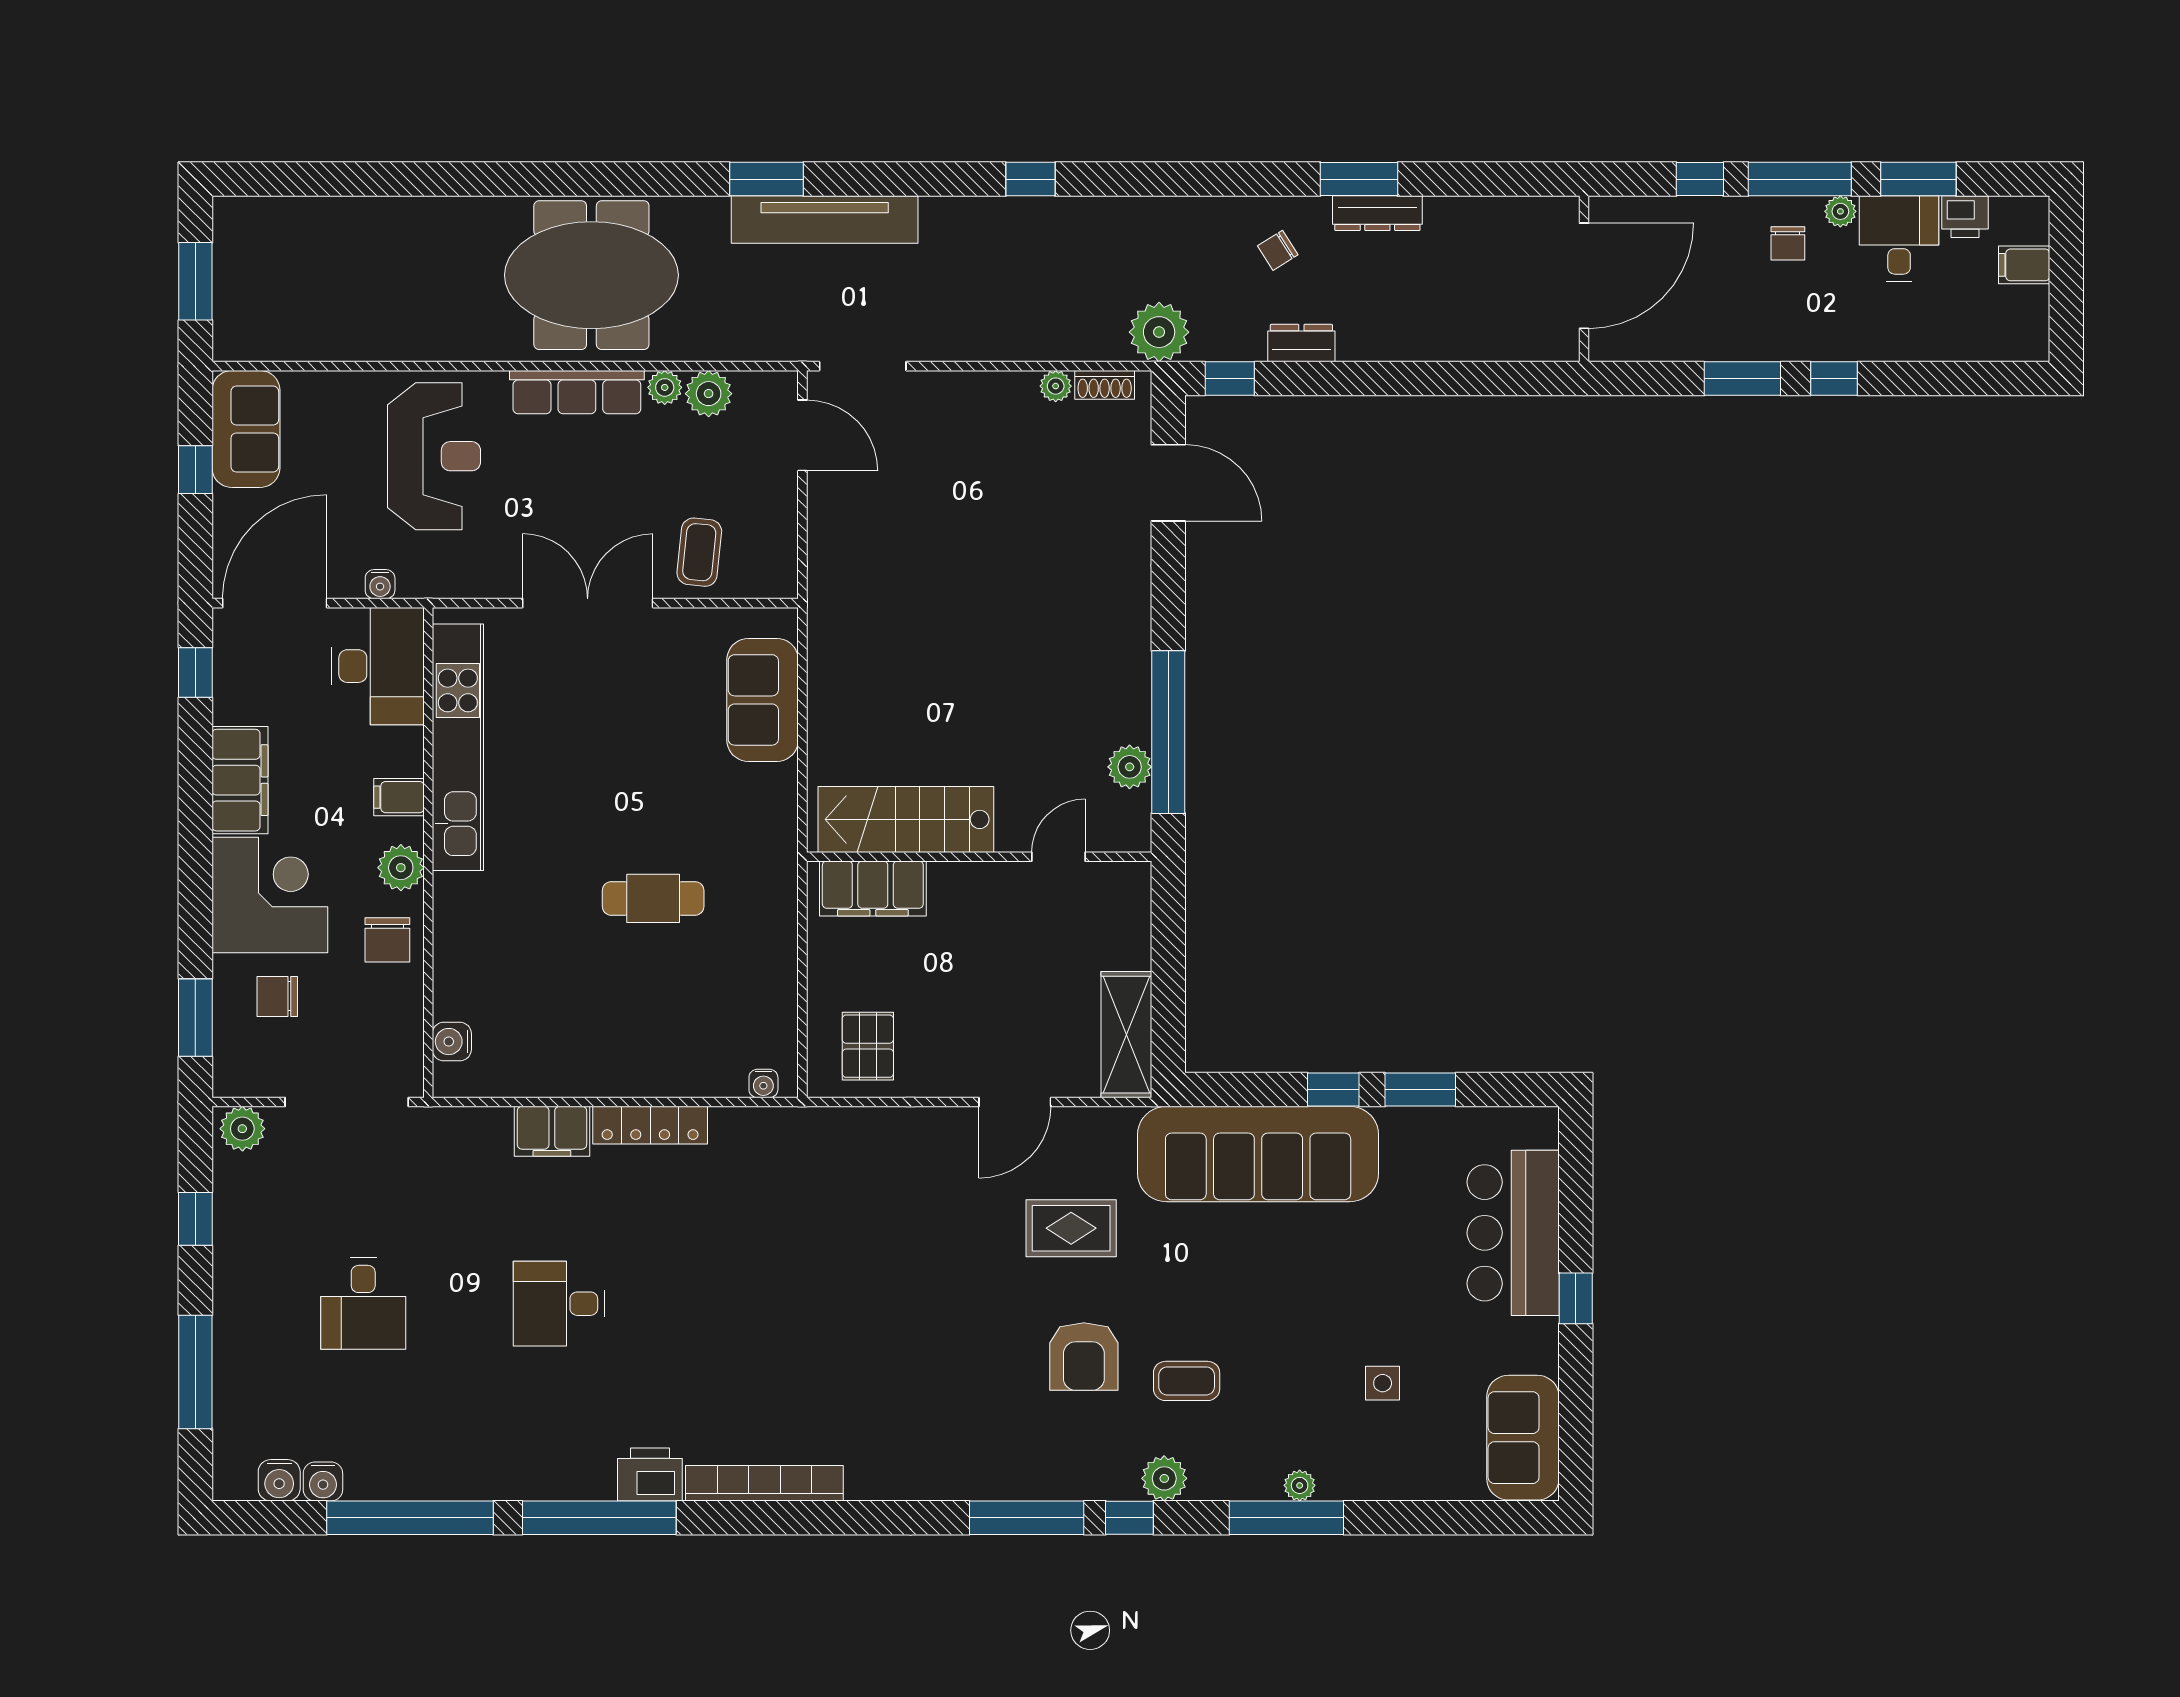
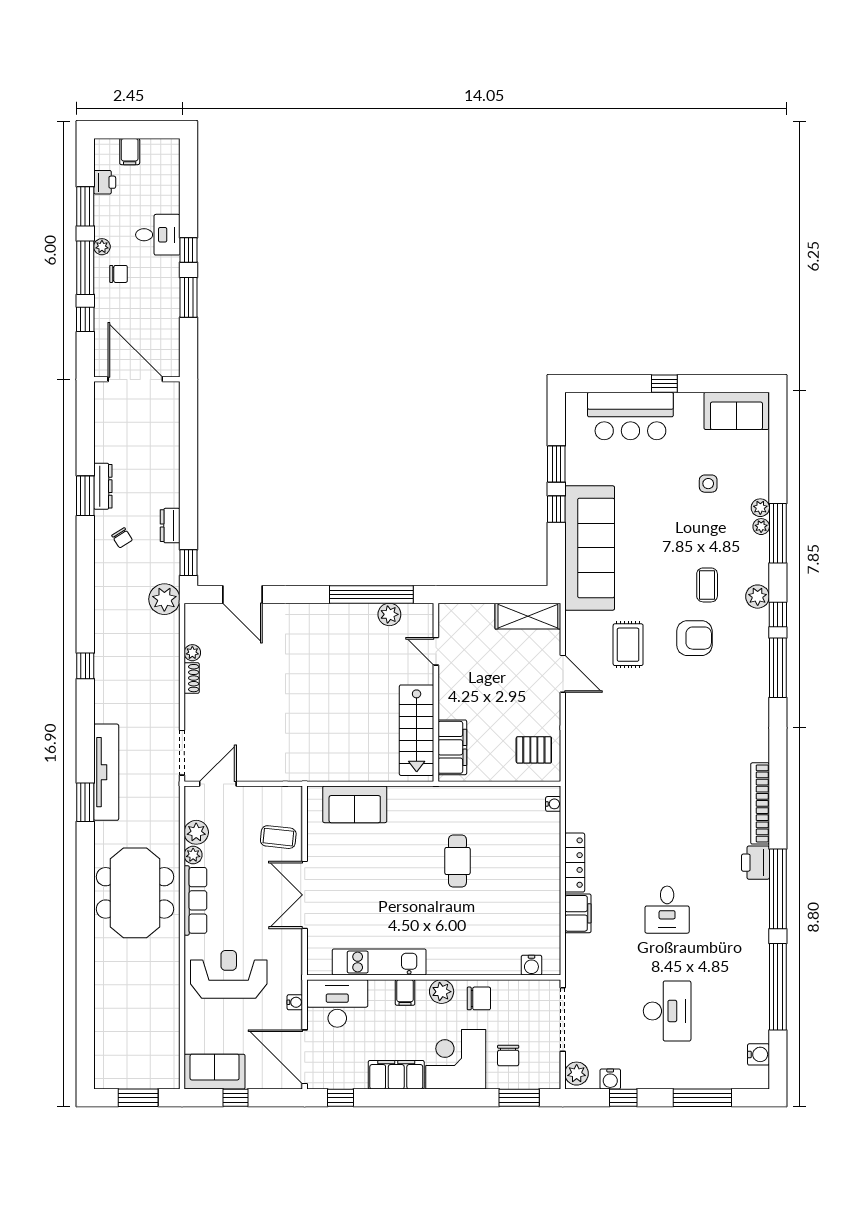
desk: (1899, 238) -> (158, 235), moved, turned 180
shoe rack: (1105, 385) -> (192, 678), moved
door: (1168, 483) -> (242, 594), swing flipped
kitchen unit: (458, 747) -> (379, 962), width x0.73
desk: (363, 1304) -> (667, 1011), width x1.37
water cooler: (323, 1481) -> (610, 1079), moved, turned 90
plant: (1336, 1484) -> (760, 508), added

